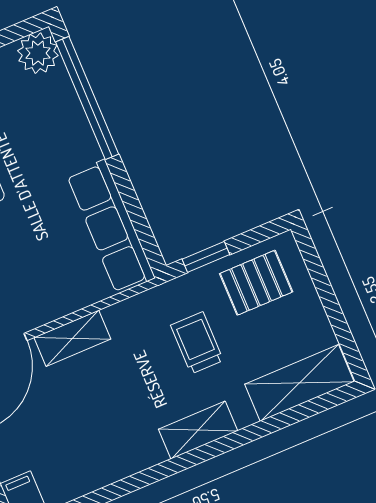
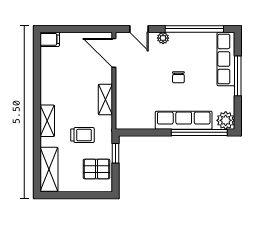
row of seats: (111, 227) -> (184, 120), moved
pallet: (256, 283) -> (97, 169), turned 90
shelving: (72, 338) -> (105, 100), moved

